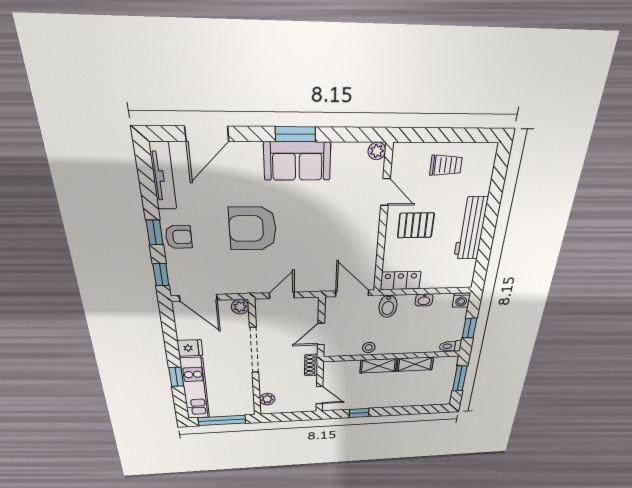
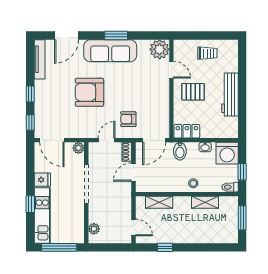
plant: (377, 151) -> (160, 49), width x1.87, depth x1.87
sofa: (297, 161) -> (110, 51), width x1.36
armchair: (179, 237) -> (128, 119), moved, turned 180
door: (352, 293) -> (154, 140), swing flipped
washing machine: (461, 300) -> (227, 153), width x1.89, depth x1.89
stool: (369, 347) -> (193, 183), moved
shoe rack: (311, 365) -> (127, 152), moved
shelving: (378, 366) -> (159, 202), moved

